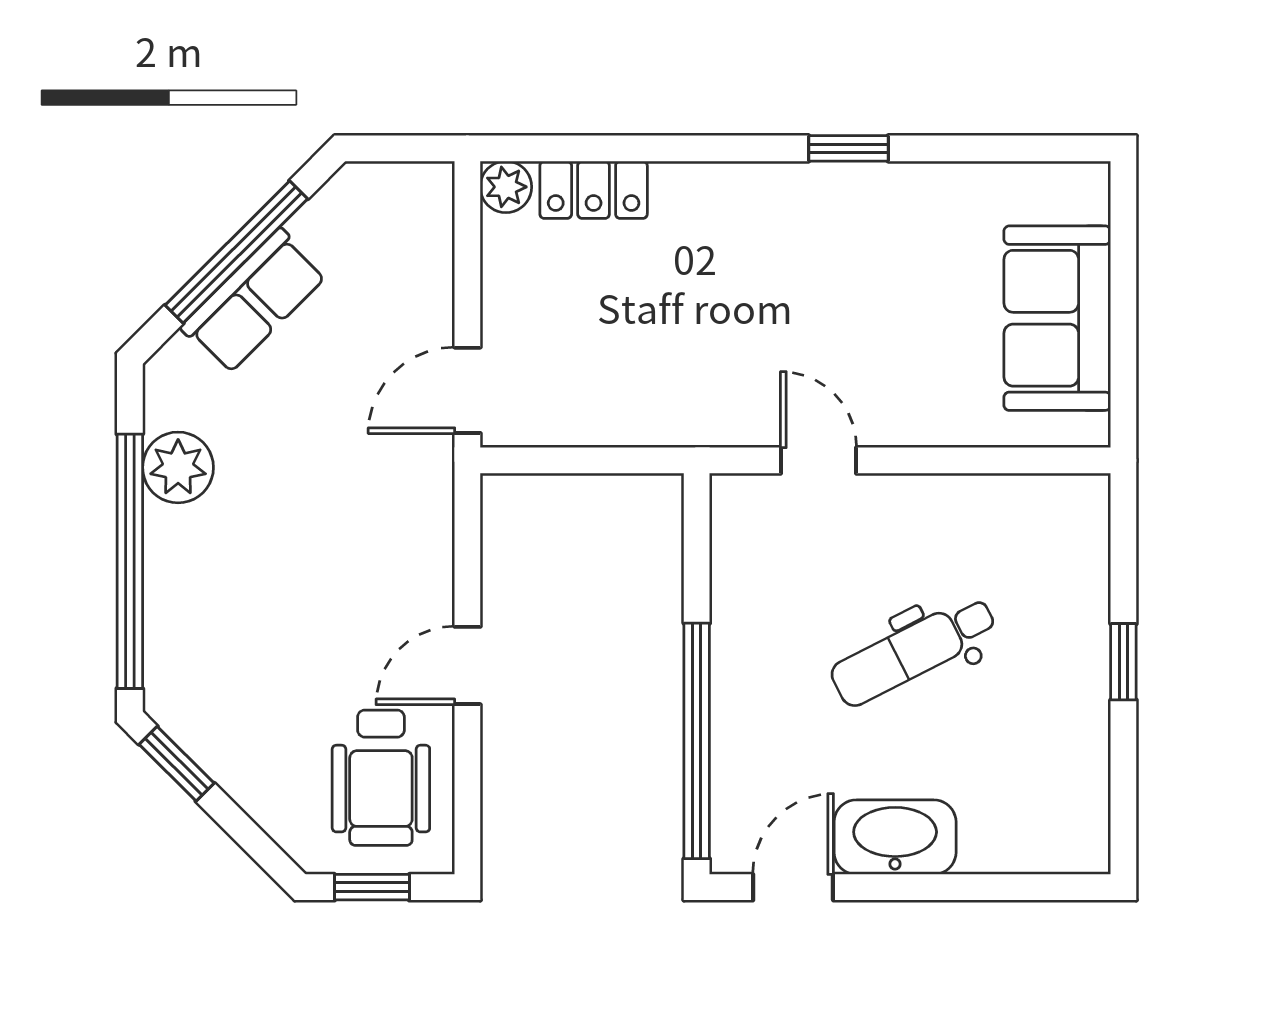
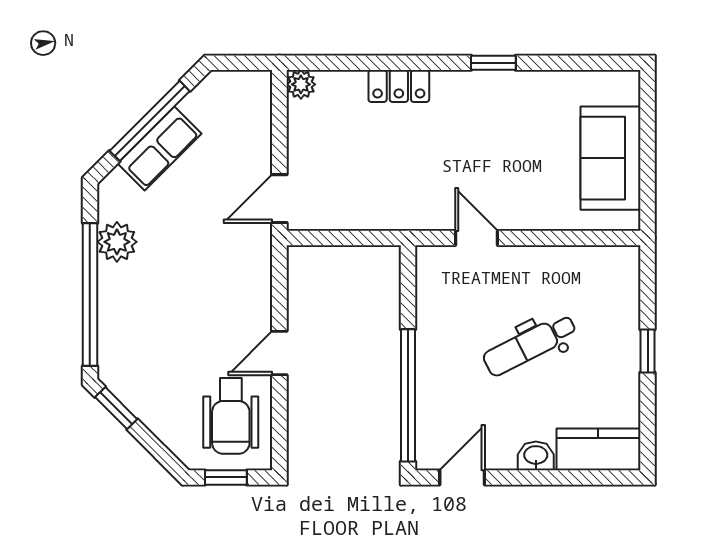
locker: (594, 190) -> (399, 86), moved
washbasin: (895, 837) -> (536, 456), width x0.52, depth x0.69
kitchen counter: (1036, 837) -> (598, 449), added

